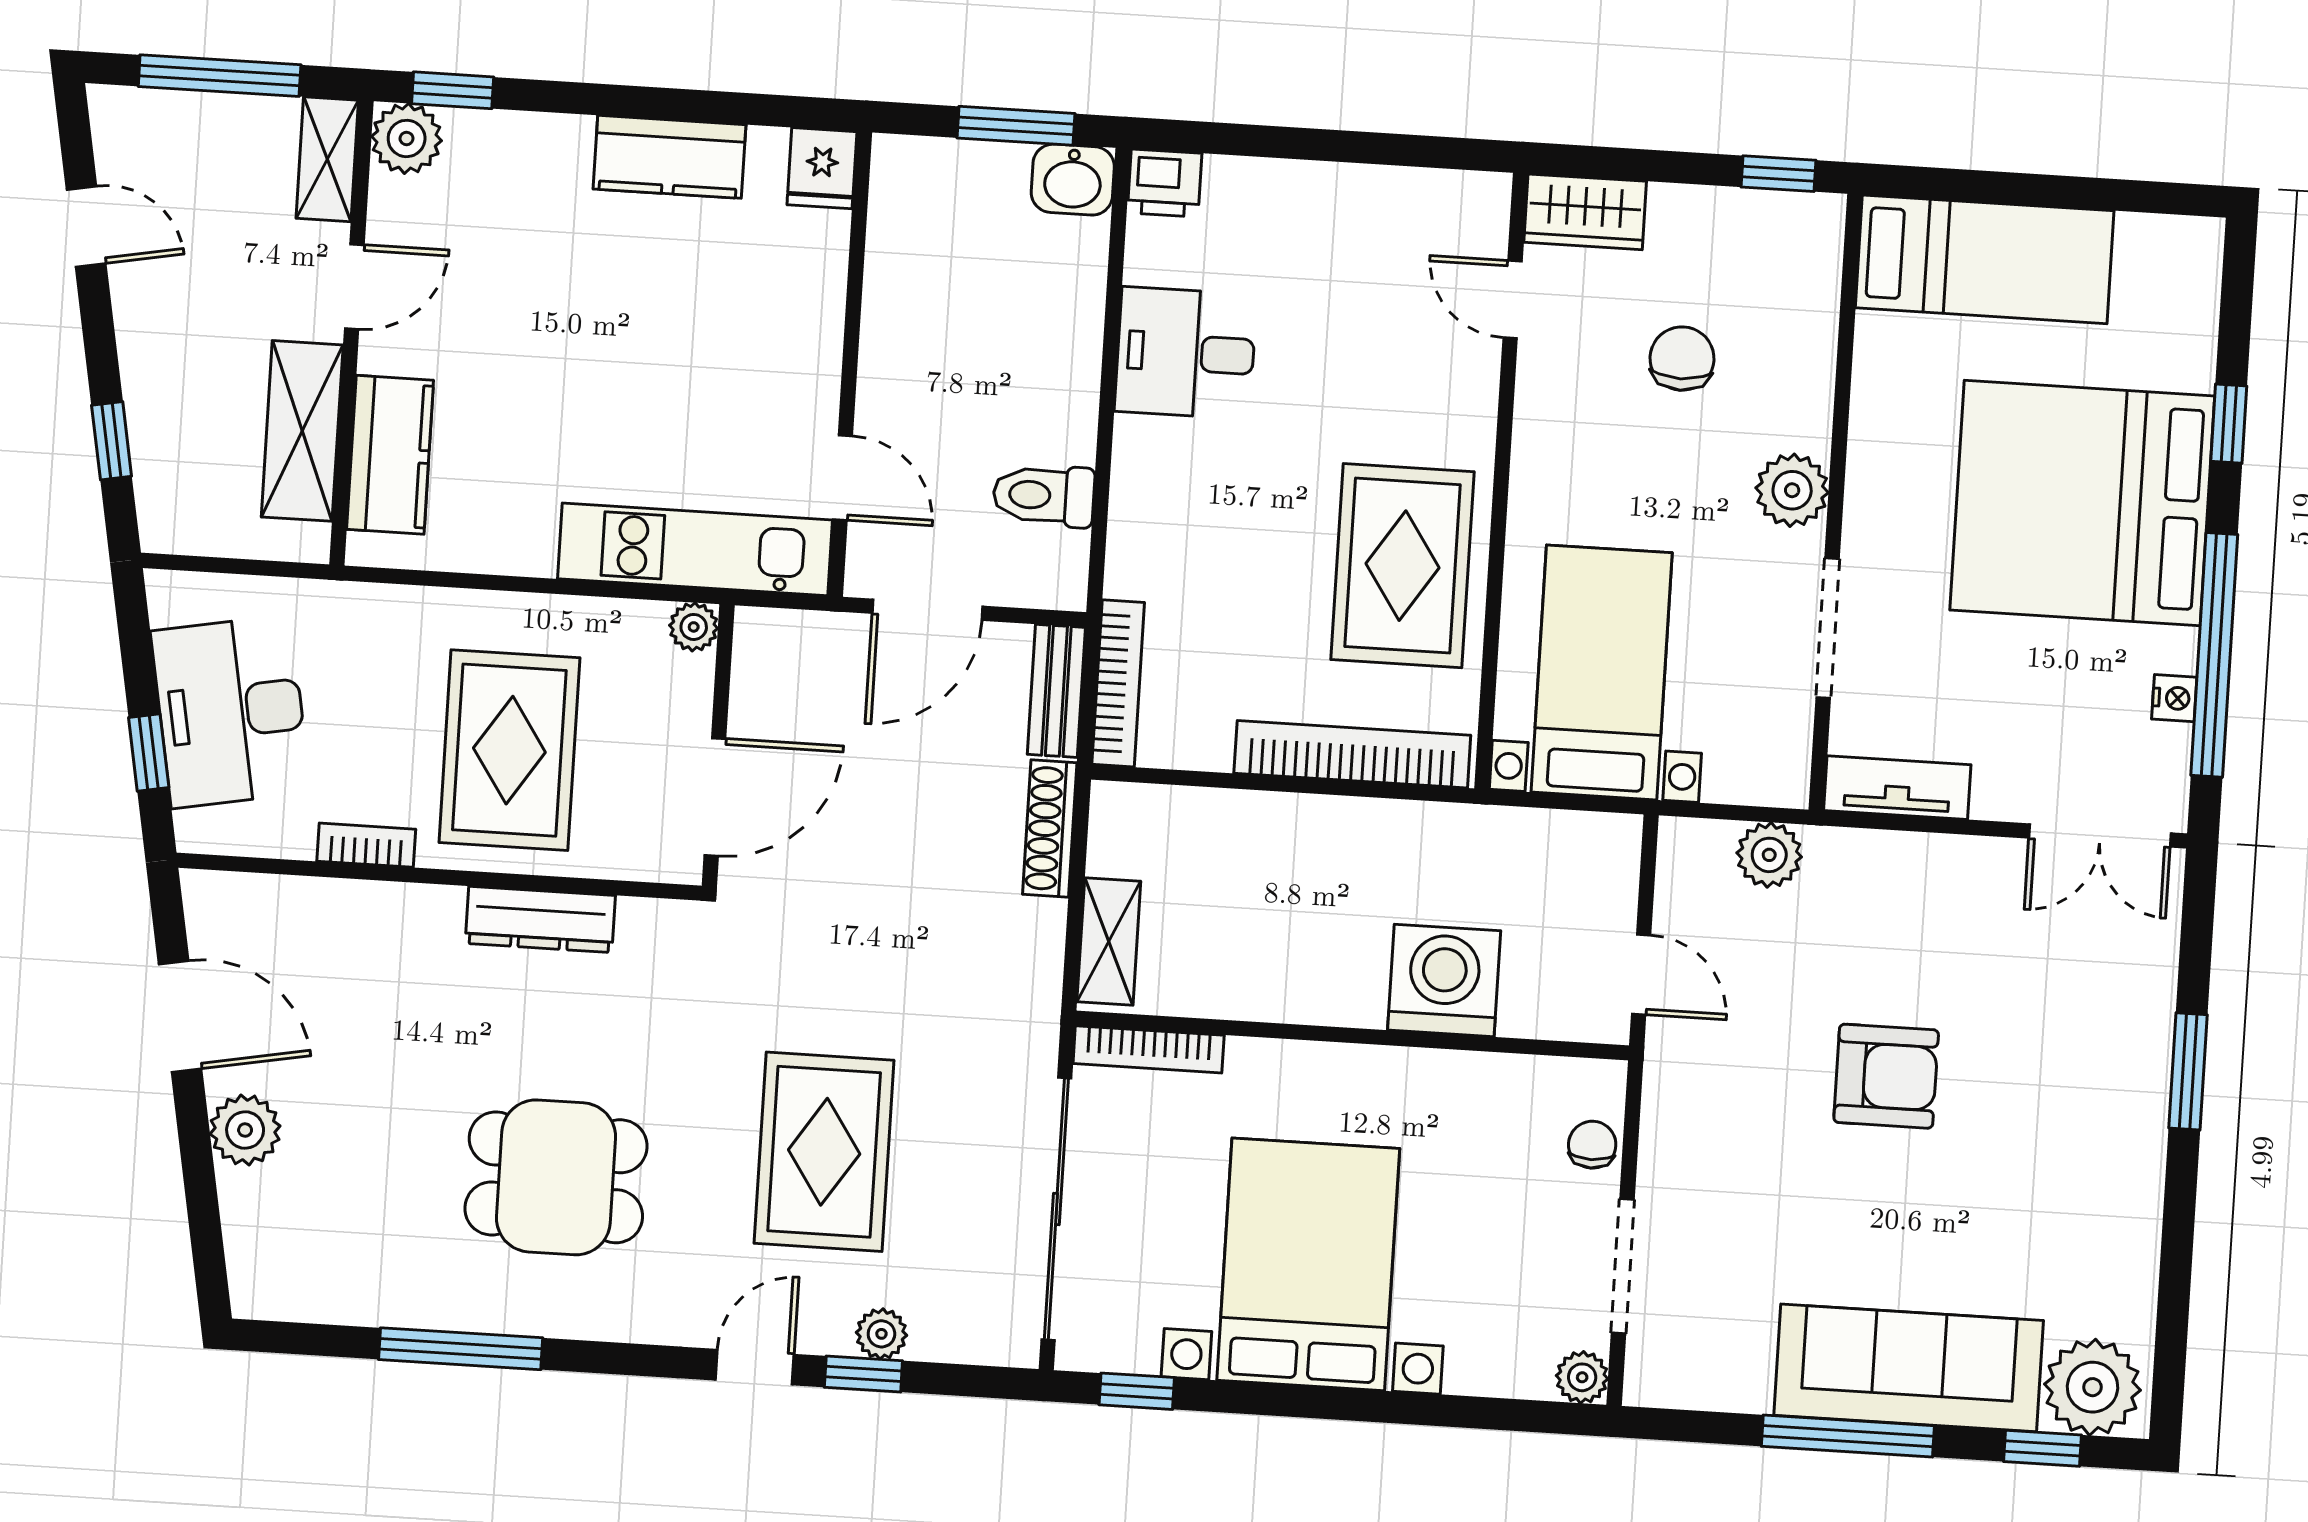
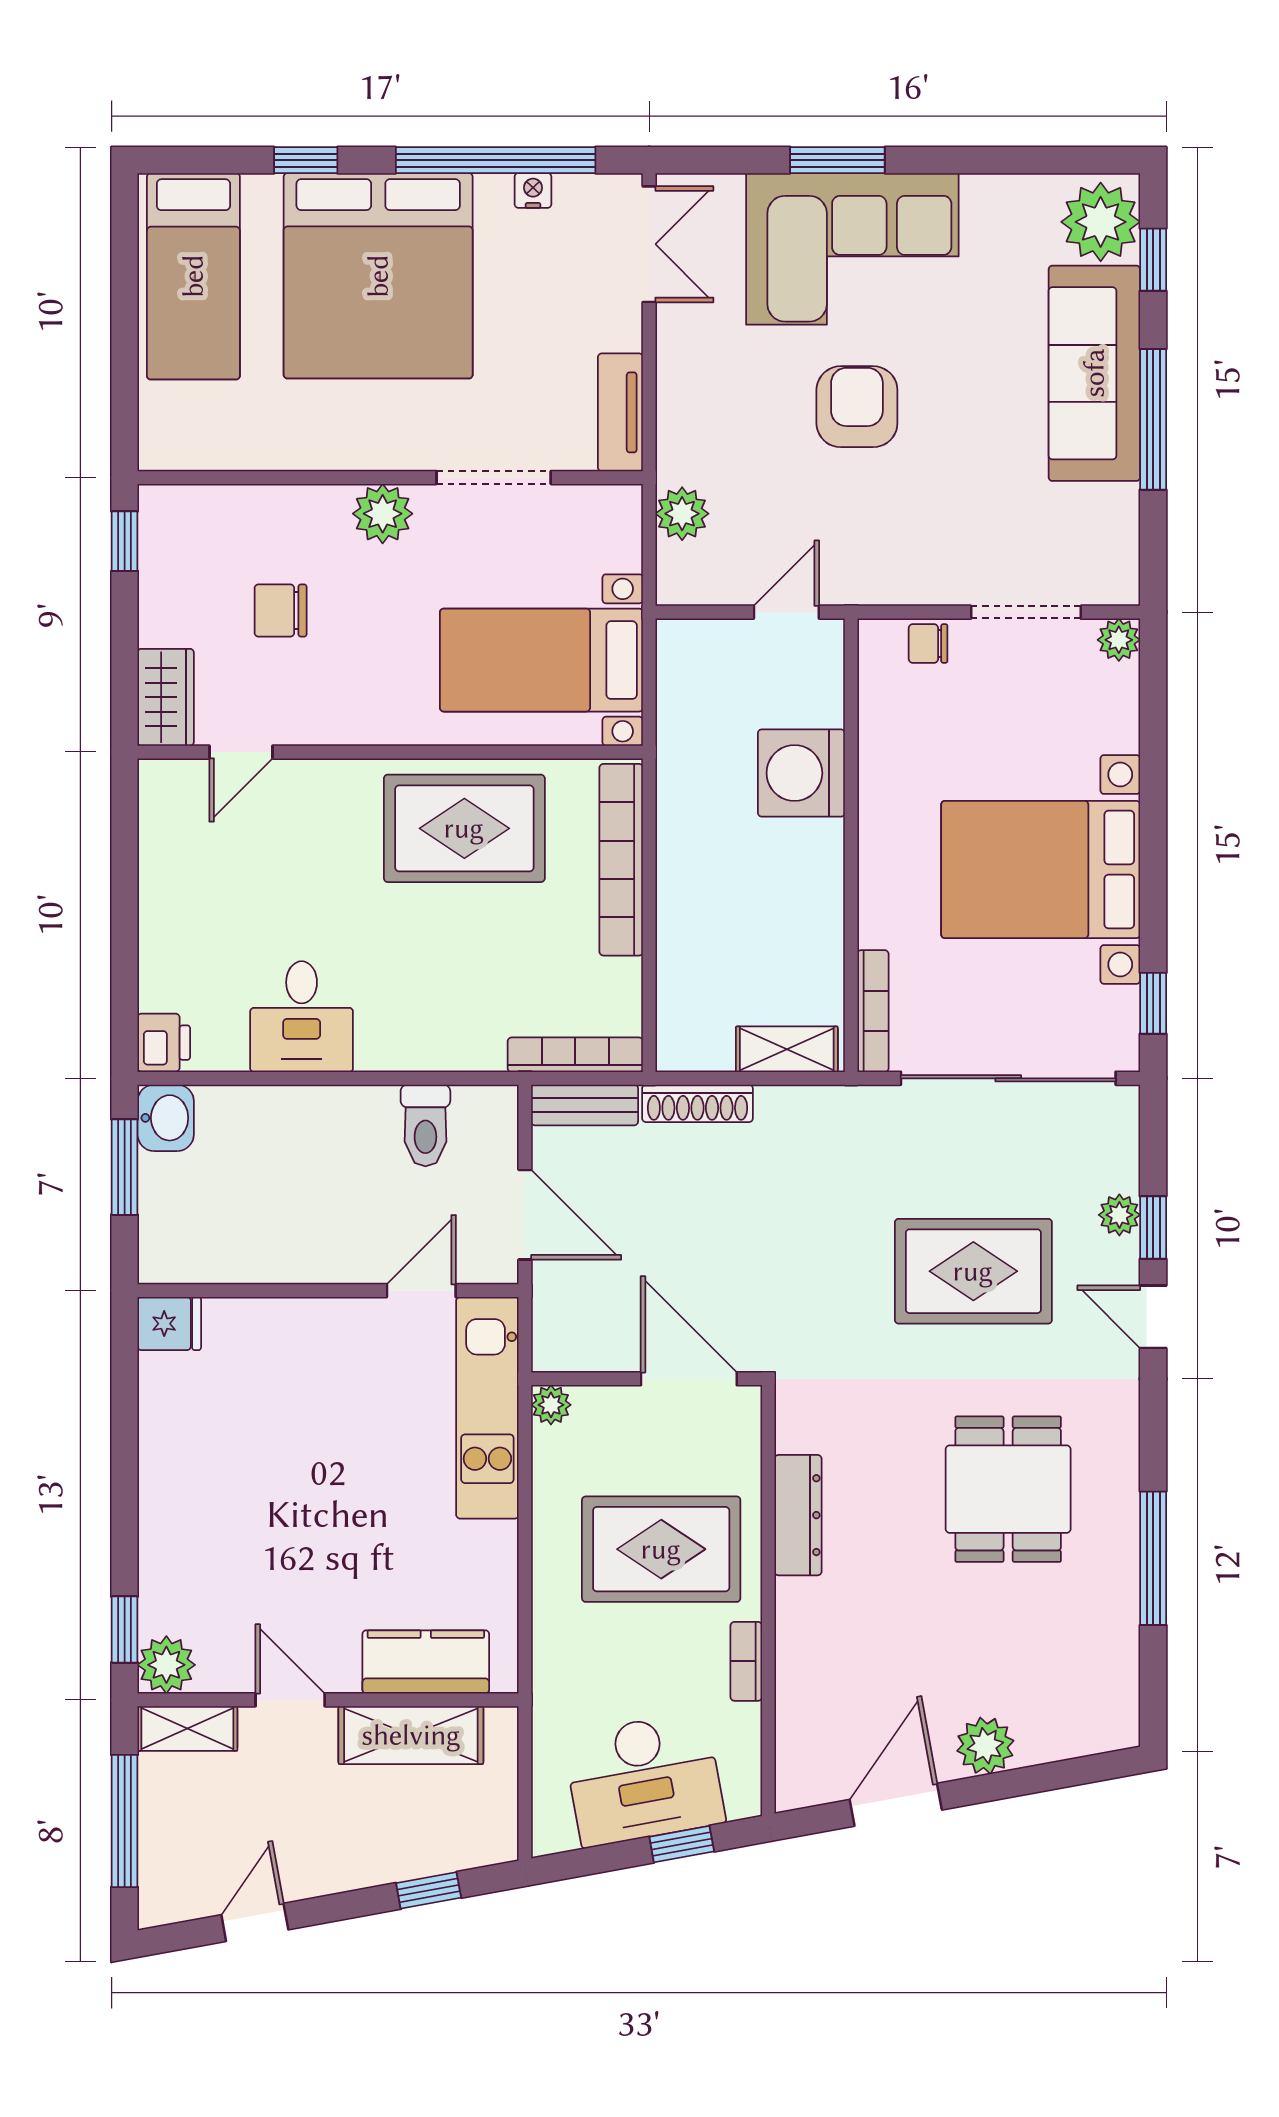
kitchen counter: (670, 157) -> (168, 1449), removed
bed: (1985, 259) -> (193, 276), moved, turned 180
corner sofa: (2079, 1083) -> (852, 249), added

